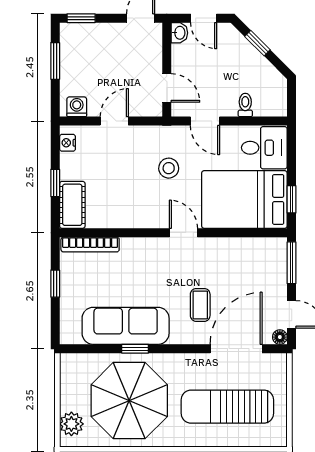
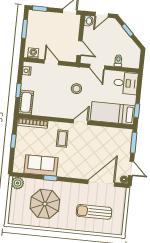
door: (204, 18) -> (102, 15), hinge flipped
door: (114, 121) -> (51, 62), hinge flipped
bed: (244, 199) -> (113, 113), width x0.67
door: (183, 233) -> (81, 122), hinge flipped
coffee table: (200, 305) -> (62, 139), moved
sofa: (126, 326) -> (41, 165), width x0.73
parasol: (129, 401) -> (45, 204), width x0.73, depth x0.73
sun lounger: (227, 407) -> (94, 212), width x0.73, depth x0.75
plant: (71, 424) -> (18, 183), moved

